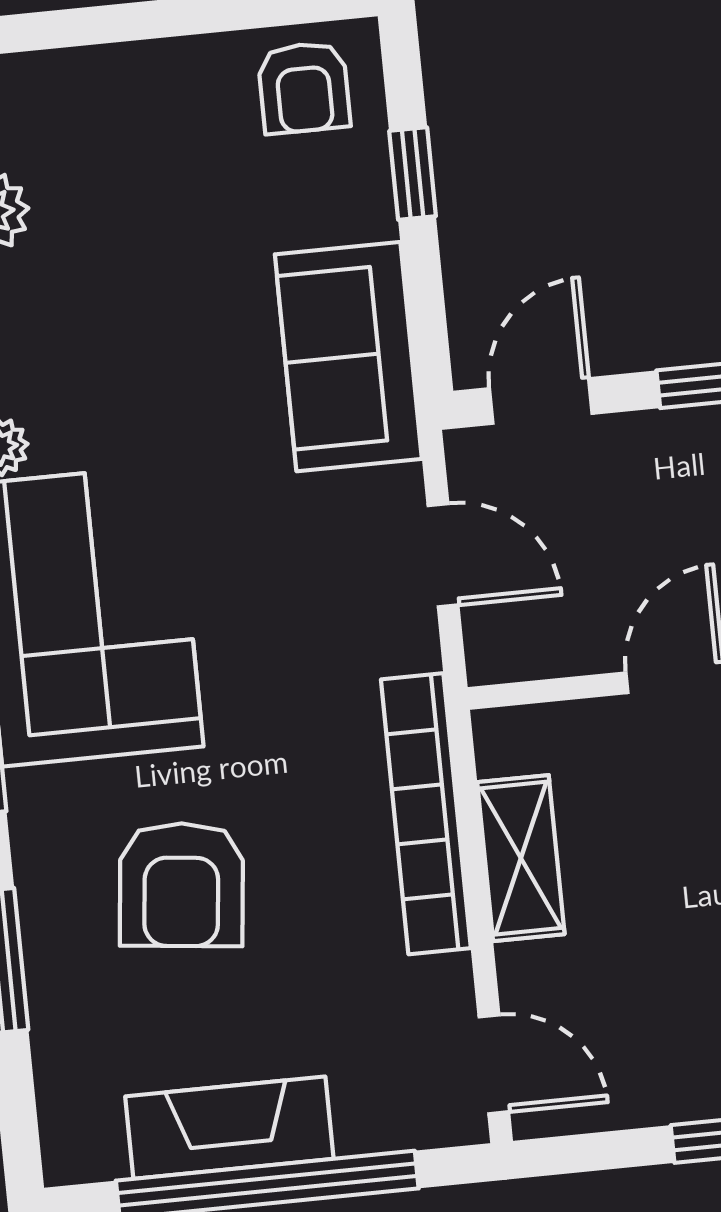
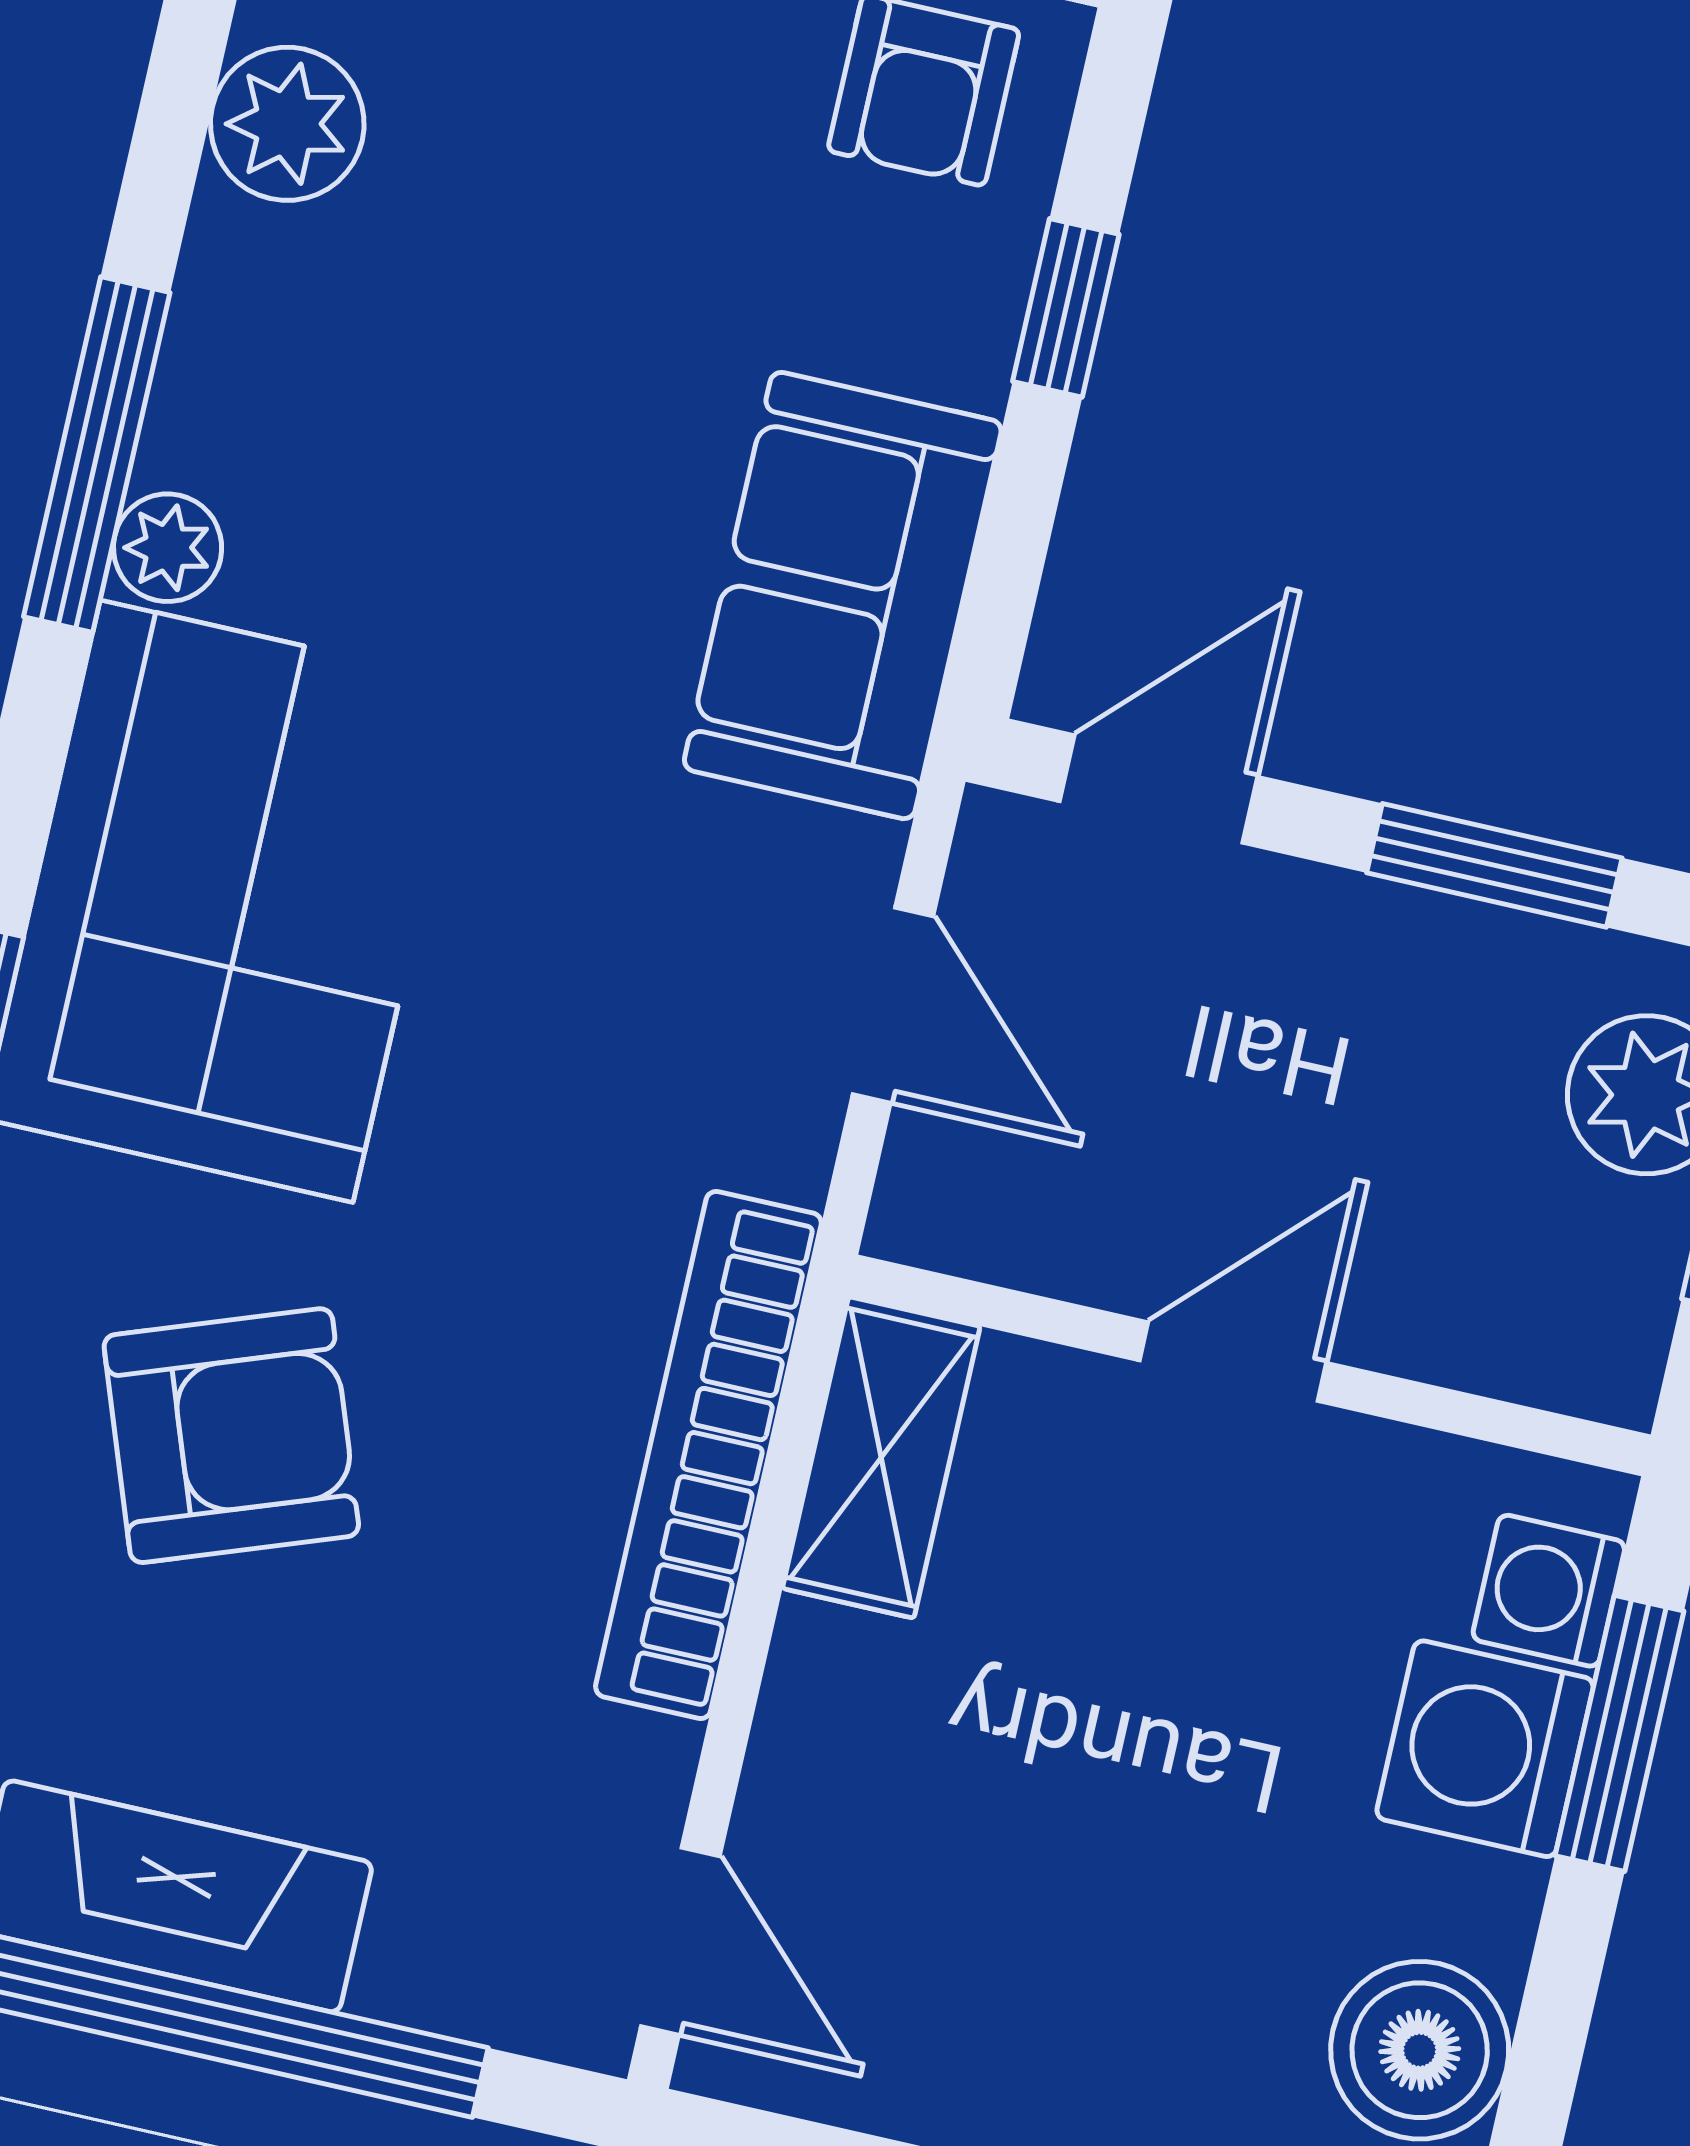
shelving: (521, 858) -> (881, 1457), moved
armchair: (181, 885) -> (231, 1436), turned -116

